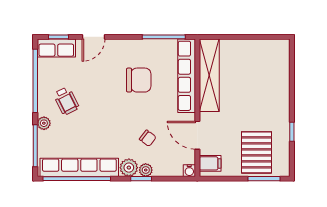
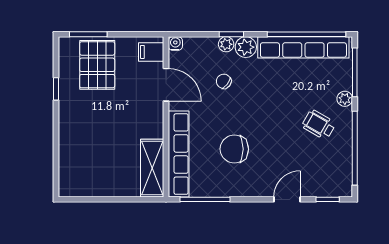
row of seats: (56, 48) -> (330, 186), removed
shelving: (209, 75) -> (152, 168), width x0.68
wheelchair: (66, 101) -> (319, 125), turned -33

